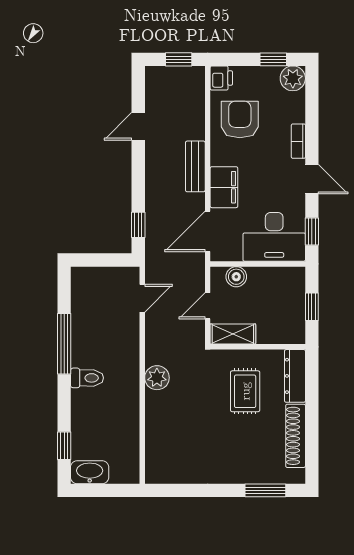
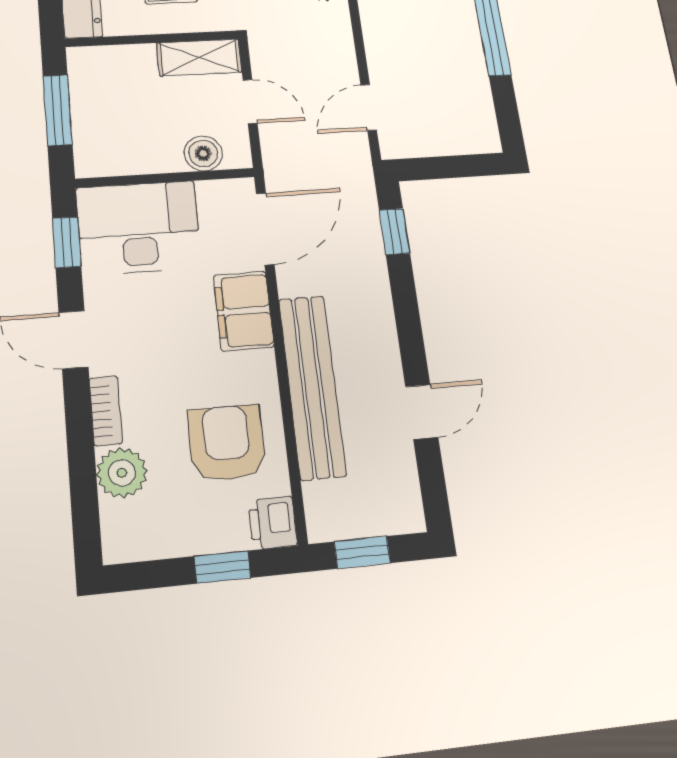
window: (273, 59) -> (222, 567), moved
plant: (293, 78) -> (122, 473), moved
armchair: (240, 119) -> (227, 443), turned 180
bench: (195, 166) -> (312, 386), width x1.86, depth x1.21
door: (208, 306) -> (250, 101), hinge flipped
window: (312, 307) -> (58, 110), width x1.50

